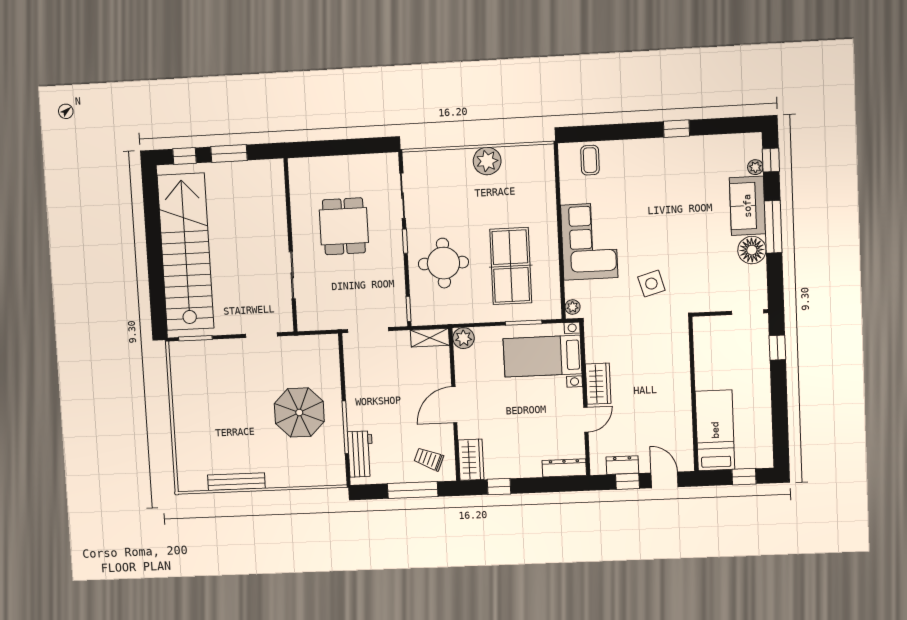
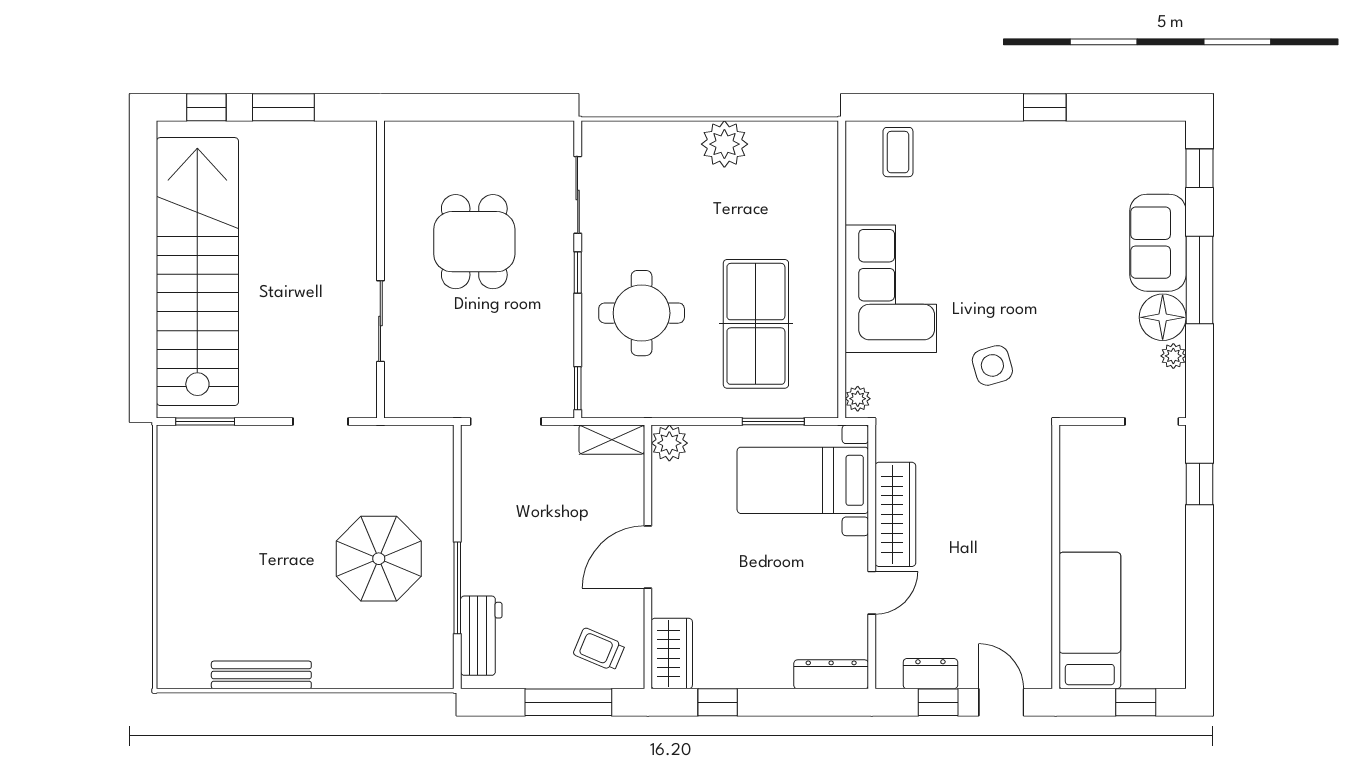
plant: (755, 167) -> (1173, 356), moved
wardrobe: (598, 384) -> (895, 514), width x1.50

